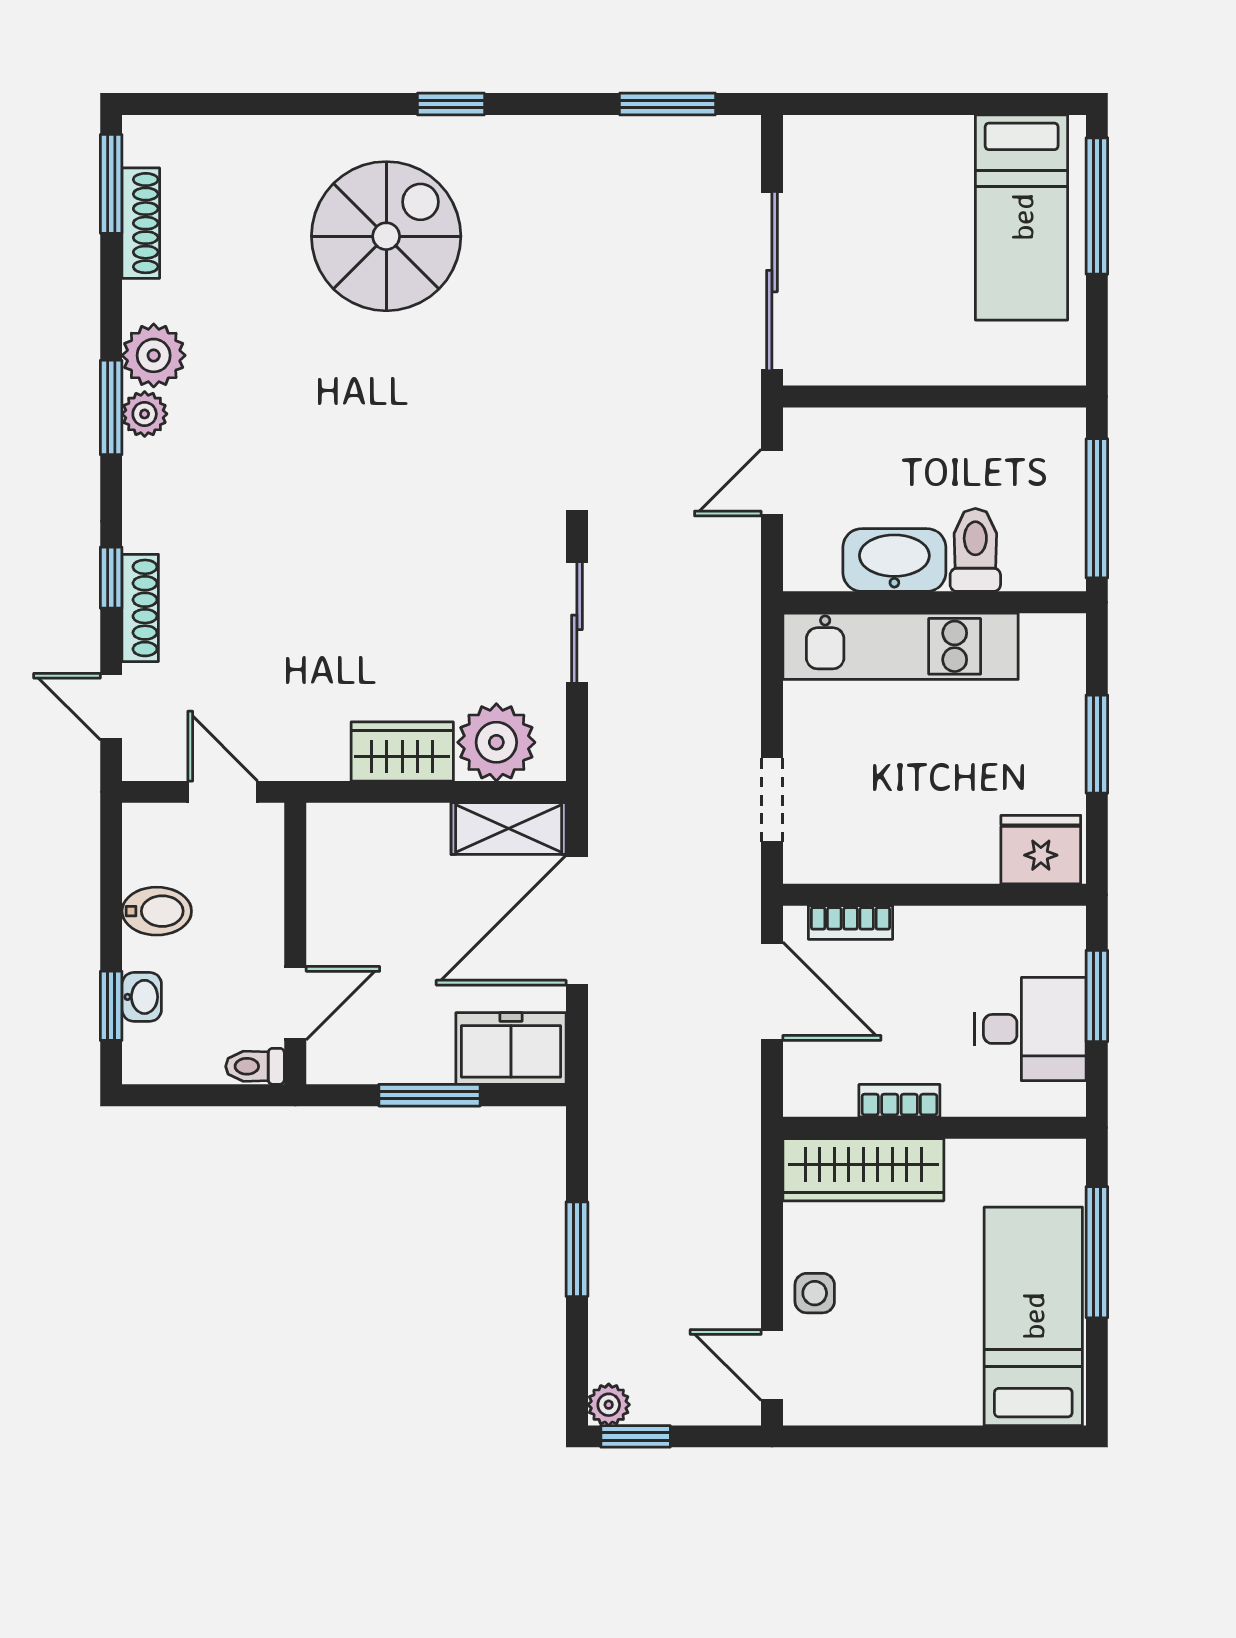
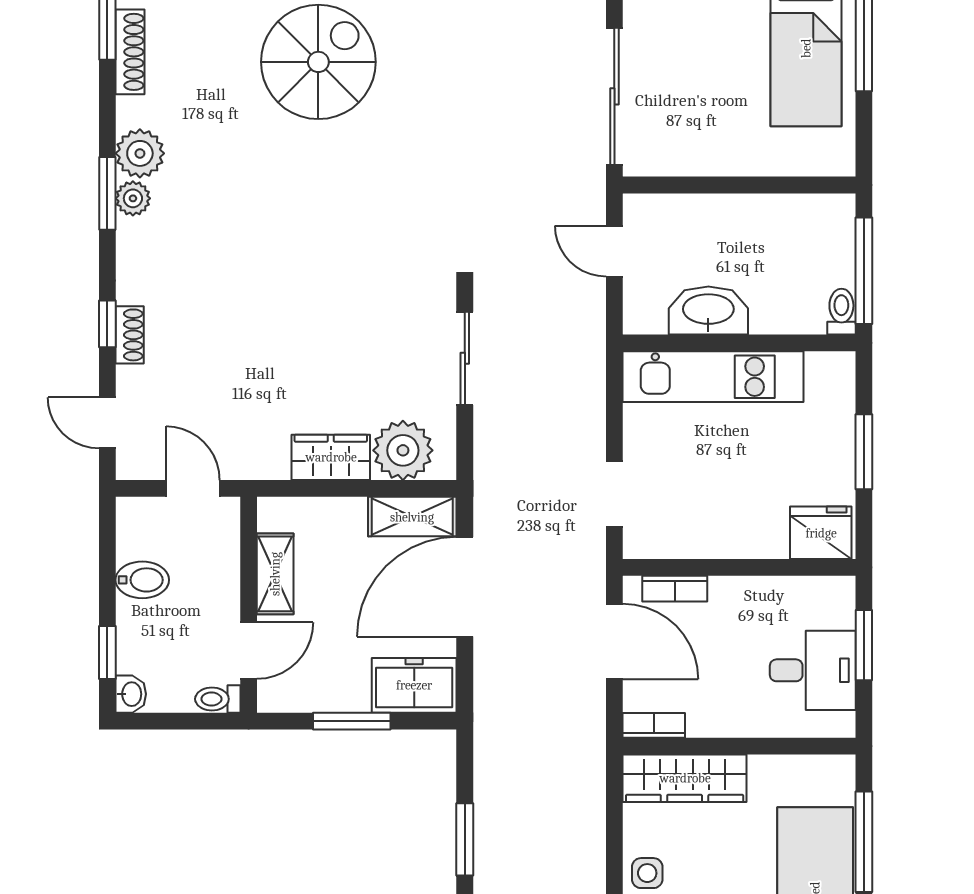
door: (772, 483) -> (614, 251), hinge flipped
toilet: (975, 550) -> (841, 312), moved, width x0.73, depth x0.72
shoe rack: (140, 608) -> (130, 335), width x0.70
shelving: (330, 903) -> (275, 574), added
washbasin: (142, 997) -> (131, 694), moved
bookcase: (899, 1101) -> (654, 725), moved

